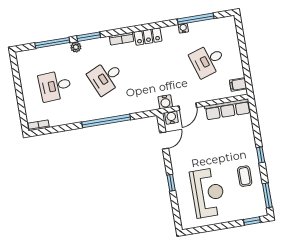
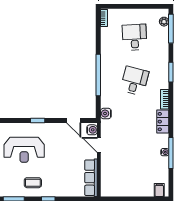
window: (196, 19) -> (171, 153), moved
window: (52, 43) -> (171, 29), moved
plant: (76, 47) -> (164, 22), moved
desk: (208, 60) -> (135, 168), removed
desk: (106, 77) -> (135, 81), turned 39
filing cabinet: (238, 85) -> (159, 190), moved
water cooler: (165, 102) -> (106, 114), moved

